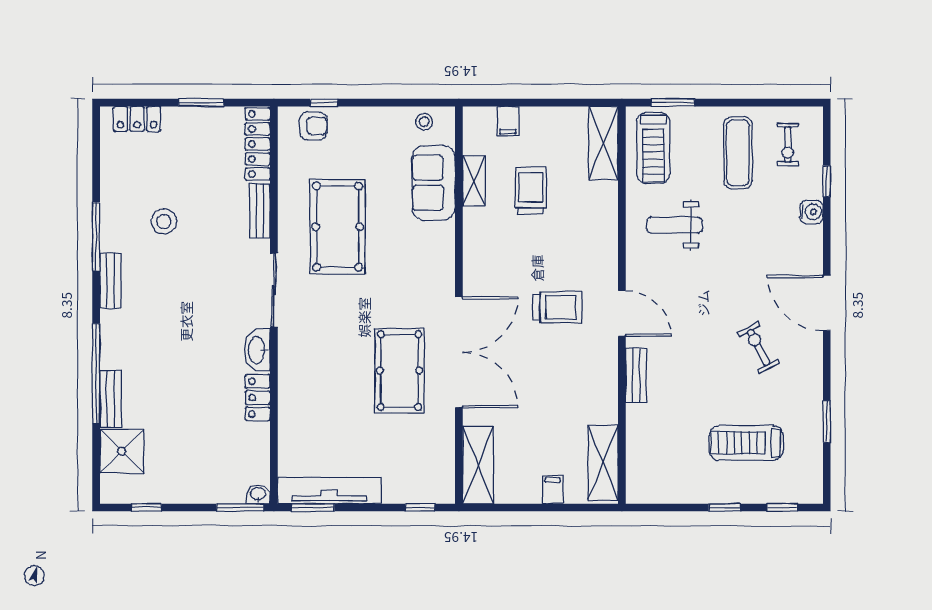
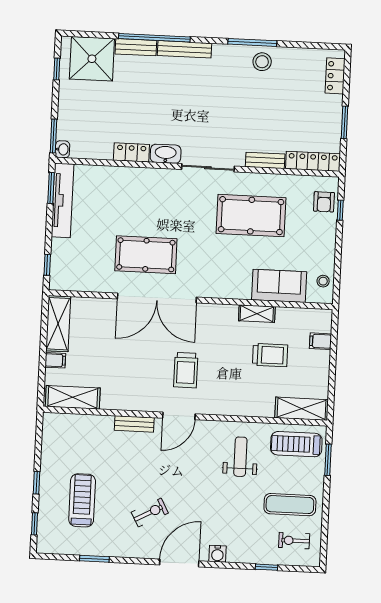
shelving: (474, 181) -> (257, 314), moved
water cooler: (811, 212) -> (217, 554), moved
stool: (164, 221) -> (262, 62), moved
bench: (110, 281) -> (185, 49), moved, width x1.36
shower: (122, 451) -> (92, 59), width x1.37, depth x1.37
shelving: (478, 465) -> (58, 324), moved, turned 90

